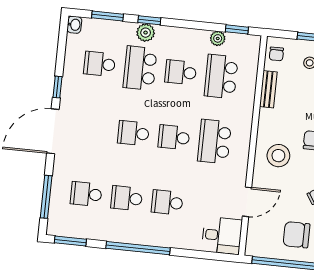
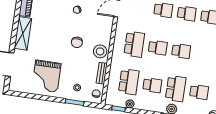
stool: (278, 156) -> (100, 51), moved

